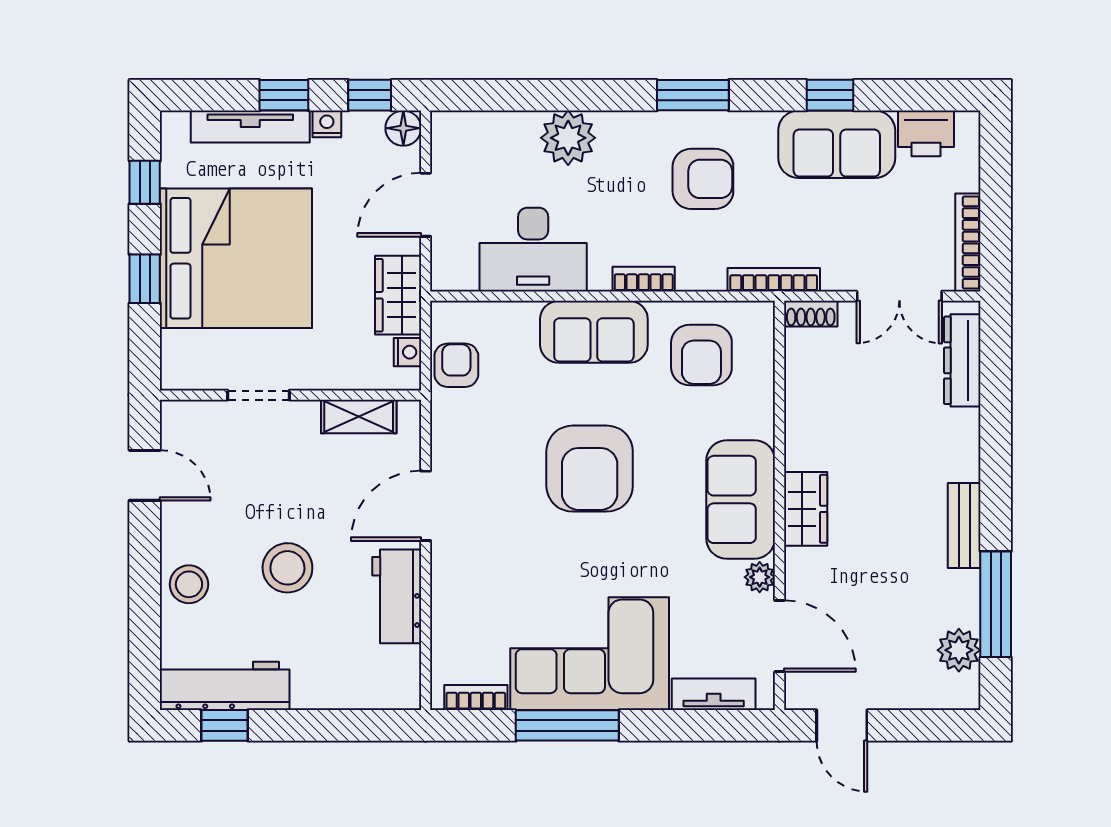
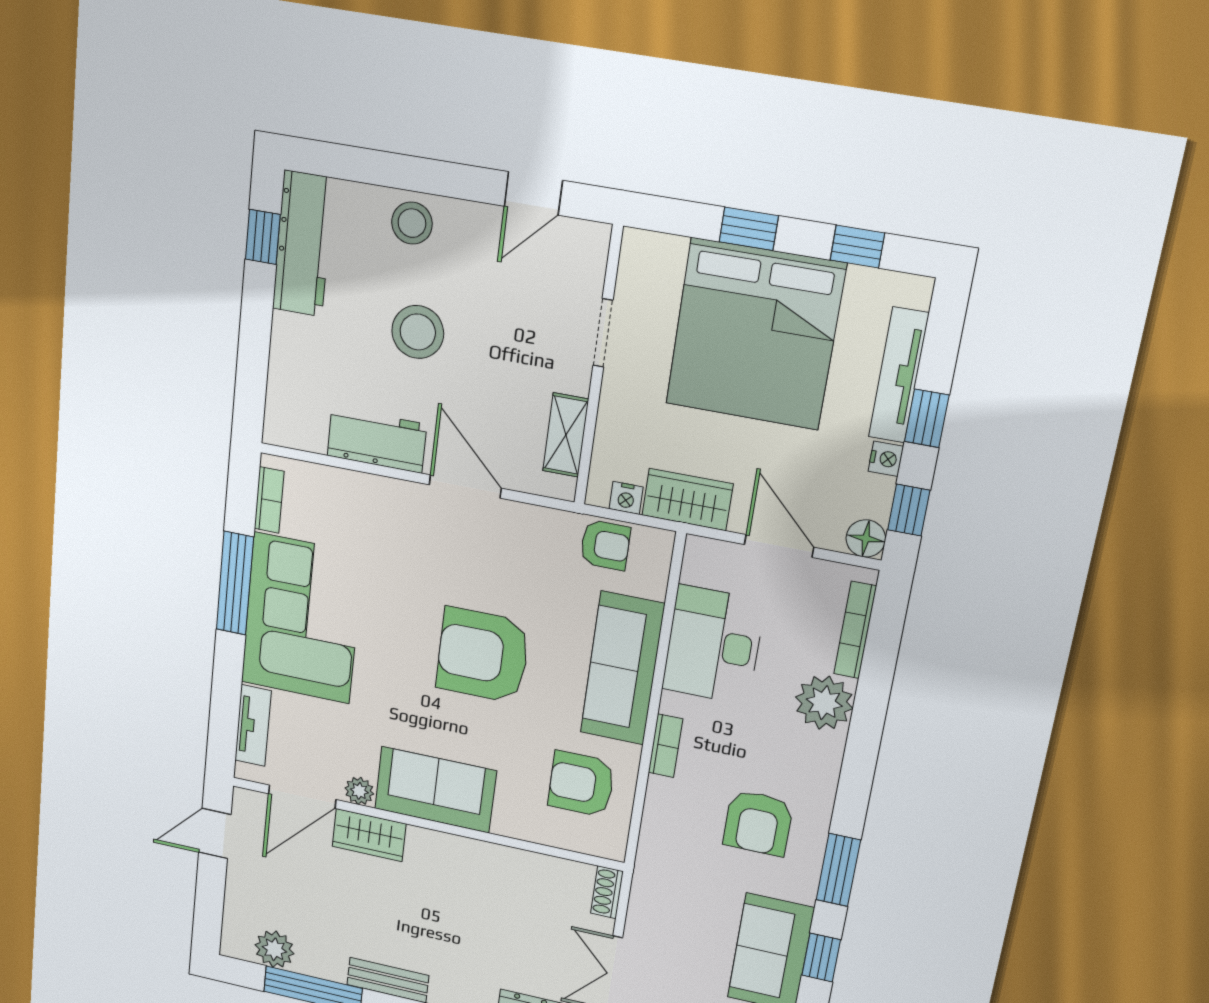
window: (693, 95) -> (838, 870), moved
bookcase: (774, 280) -> (855, 630), moved, turned 180
sofa: (594, 332) -> (622, 668), width x1.36
wardrobe: (806, 509) -> (369, 835), moved

